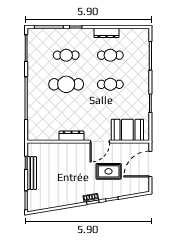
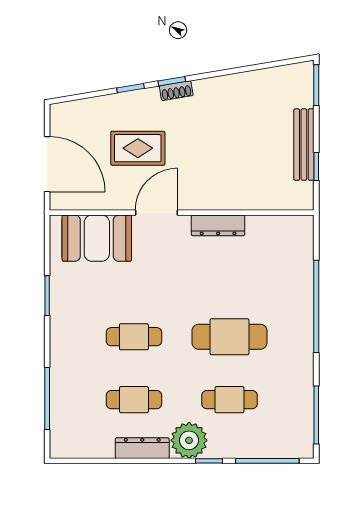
plant: (85, 36) -> (189, 440), added
door: (150, 164) -> (47, 164), hinge flipped

